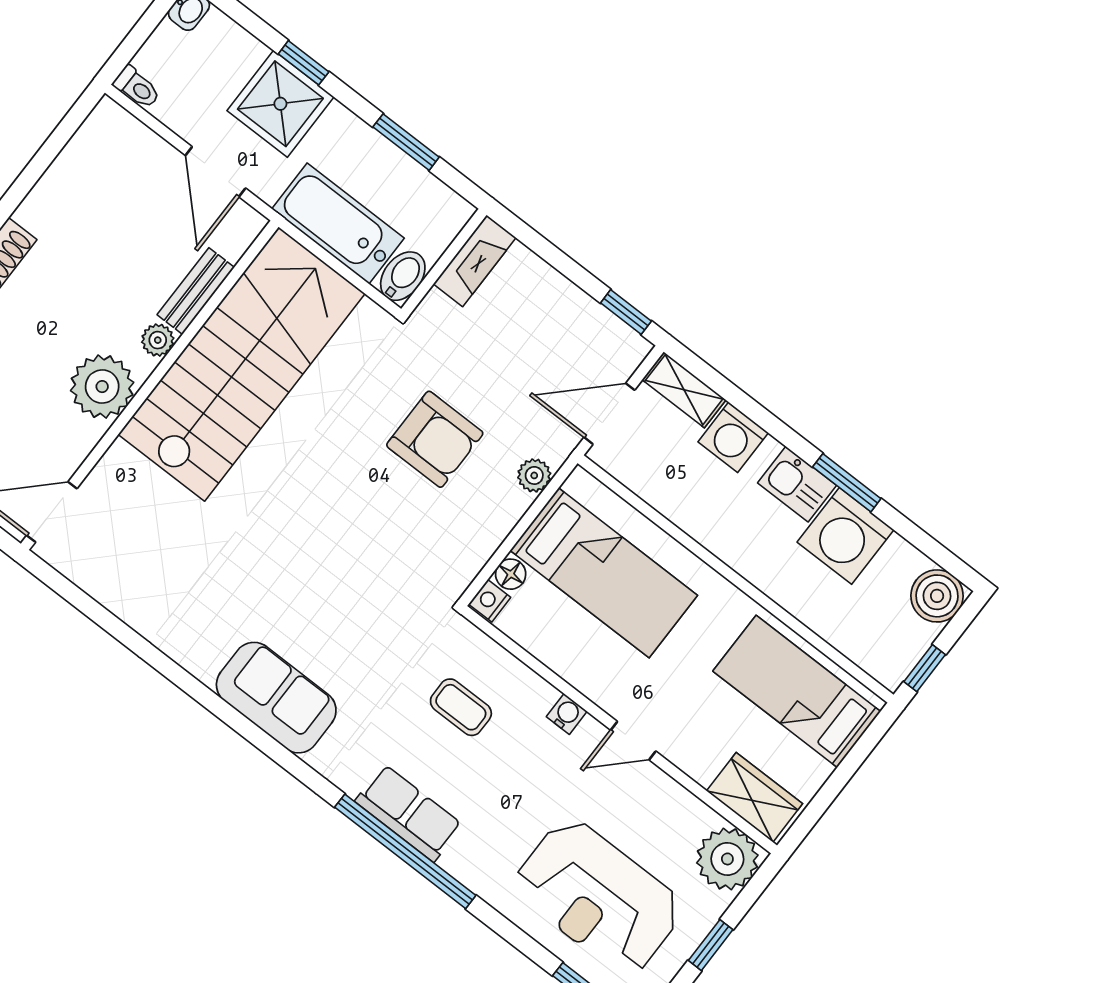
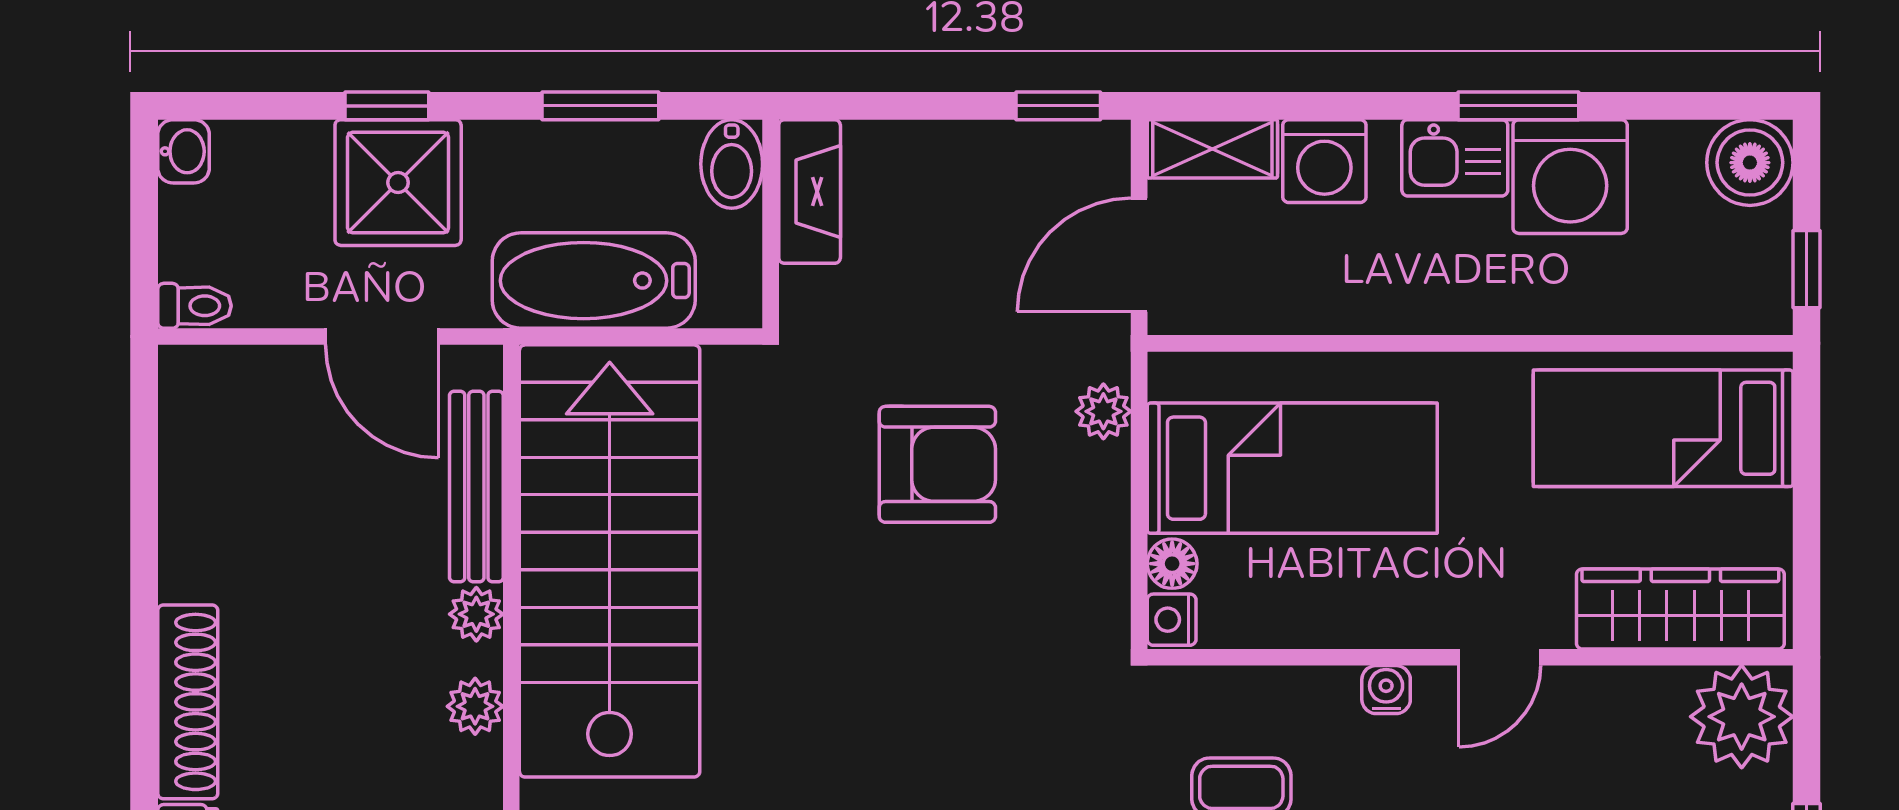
bidet: (403, 276) -> (732, 164), moved, turned 180
bench: (196, 291) -> (476, 487), width x1.36
plant: (102, 387) -> (475, 706), width x0.53, depth x0.53
wardrobe: (755, 797) -> (1680, 609), width x1.50

